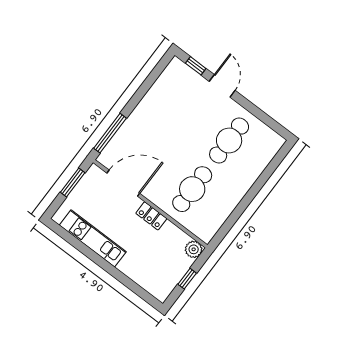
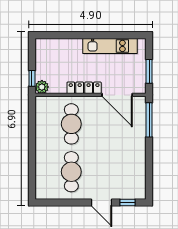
door: (123, 183) -> (117, 95), hinge flipped
locker: (151, 216) -> (84, 88), width x1.53
window: (187, 279) -> (32, 78), moved

